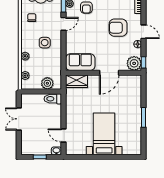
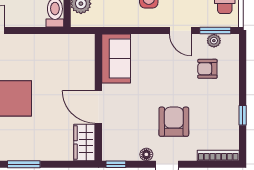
plant: (134, 63) -> (114, 149), removed
wardrobe: (77, 81) -> (84, 142), moved

